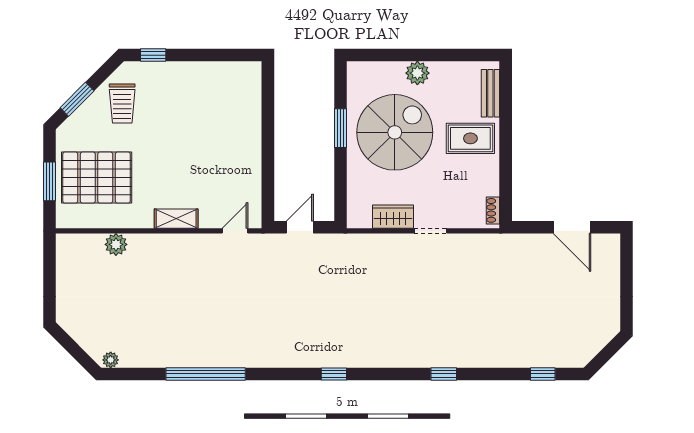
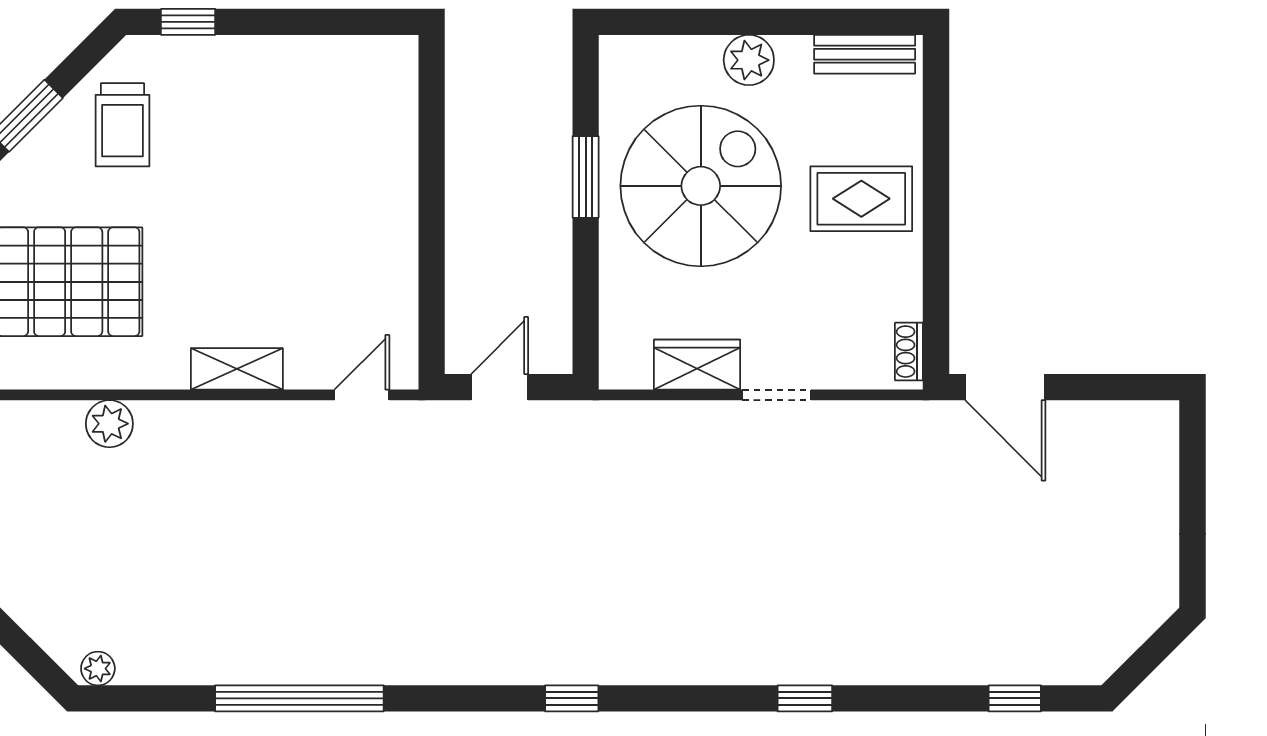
bench: (490, 93) -> (865, 54), moved, turned 90
door: (572, 227) -> (1005, 387), moved

